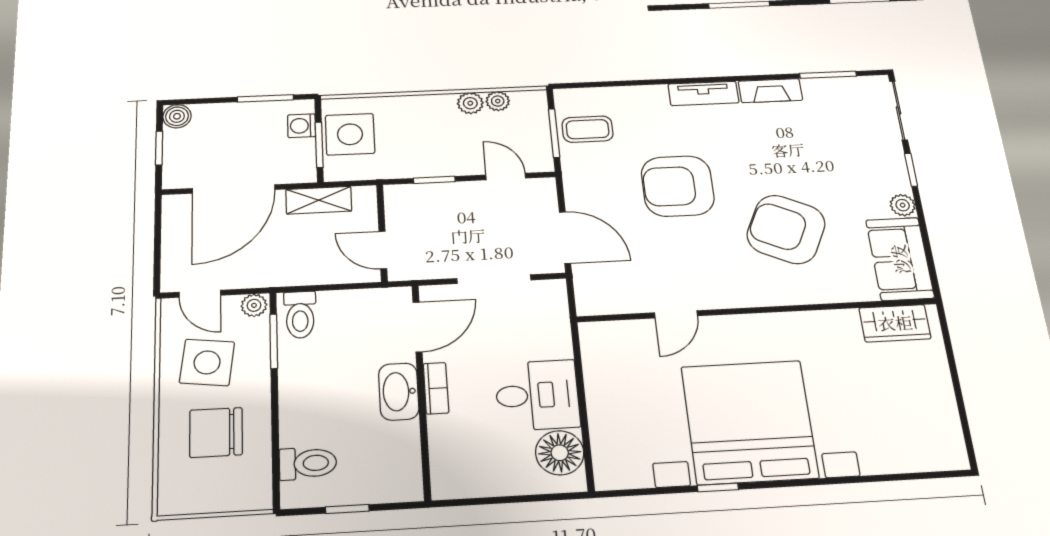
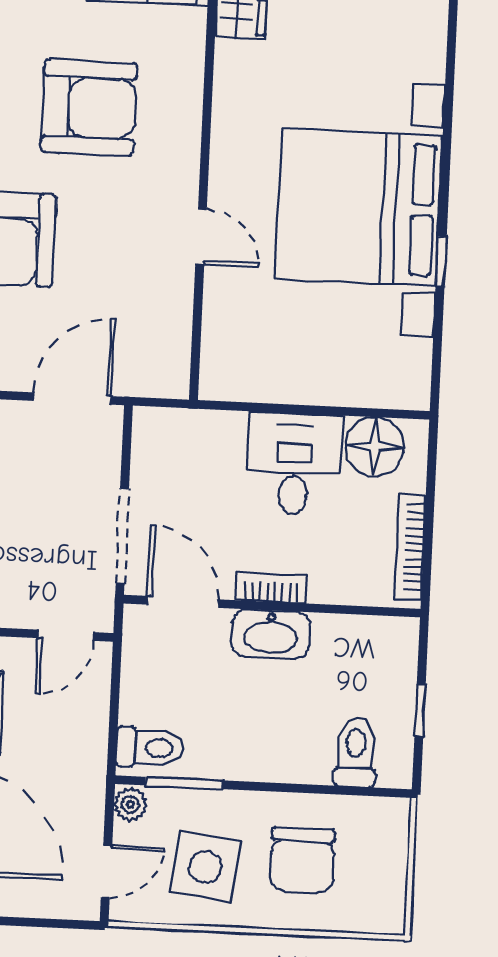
armchair: (786, 229) -> (89, 108), turned -115
doorway: (494, 279) -> (122, 536), moved
door: (676, 314) -> (201, 237), moved
bookcase: (481, 488) -> (410, 547), added

